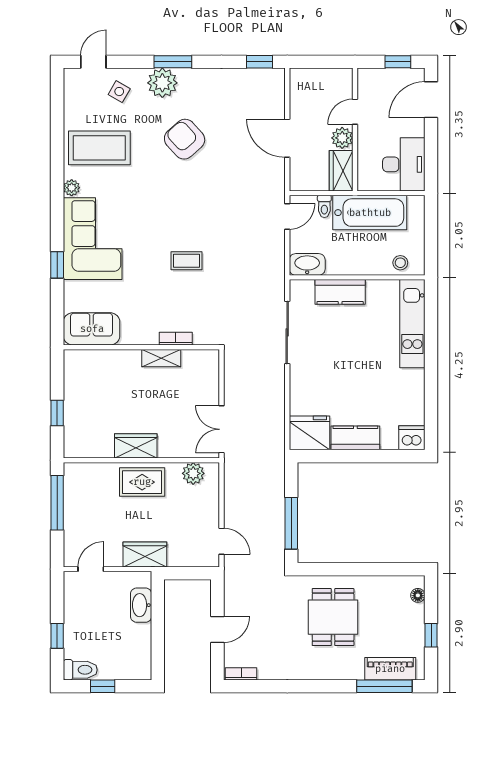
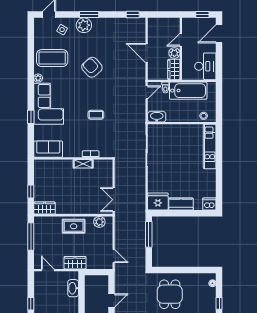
armchair: (185, 139) -> (92, 67), moved
kitchen counter: (340, 292) -> (173, 131), removed
wardrobe: (136, 446) -> (45, 208), moved
window: (291, 523) -> (149, 234), moved
door: (91, 569) -> (48, 270), hinge flipped

